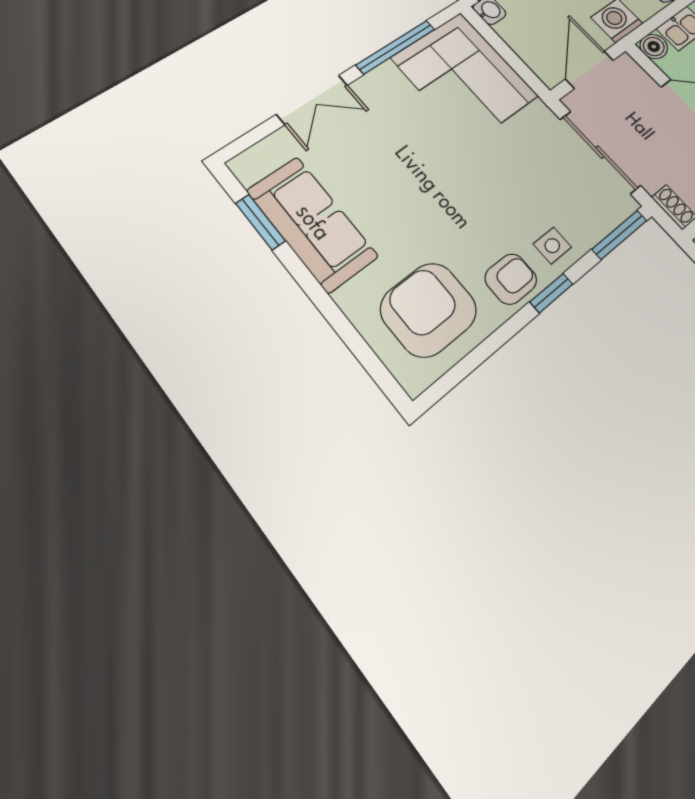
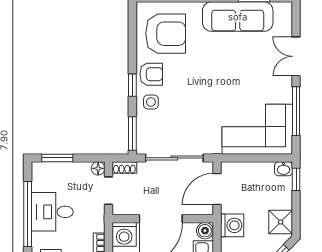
door: (590, 70) -> (217, 189), swing flipped
armchair: (511, 279) -> (151, 74), turned -90

